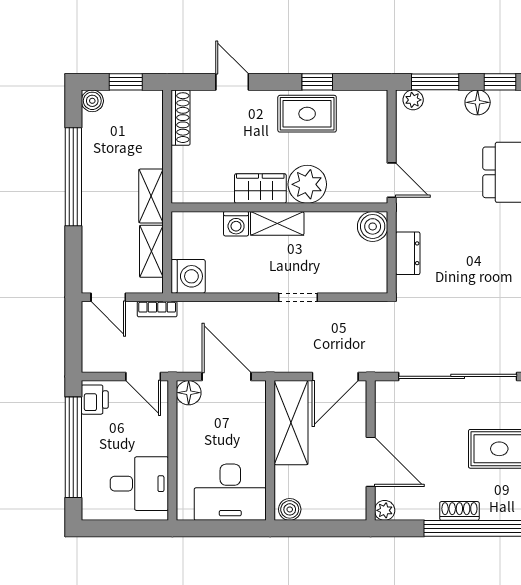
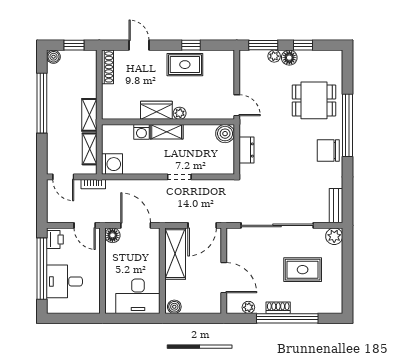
plant: (413, 100) -> (274, 56), moved
plant: (307, 184) -> (180, 113), width x0.53, depth x0.53
desk: (139, 484) -> (65, 281), moved, turned 180
plant: (385, 510) -> (248, 307), moved

